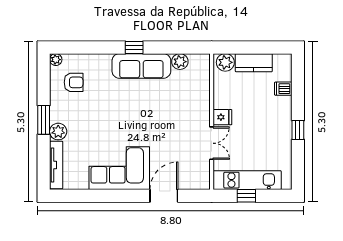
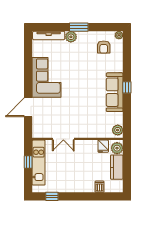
plant: (180, 62) -> (118, 130), moved
fridge: (222, 117) -> (103, 146), moved
window: (298, 130) -> (52, 196), moved
door: (164, 196) -> (28, 107), swing flipped

